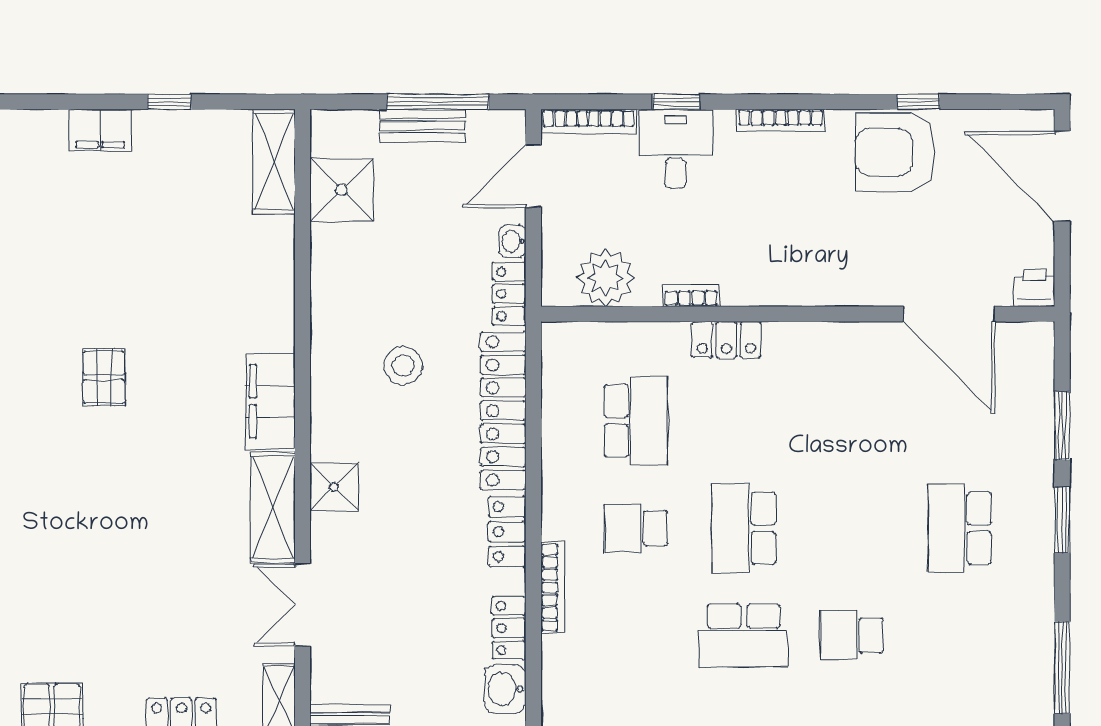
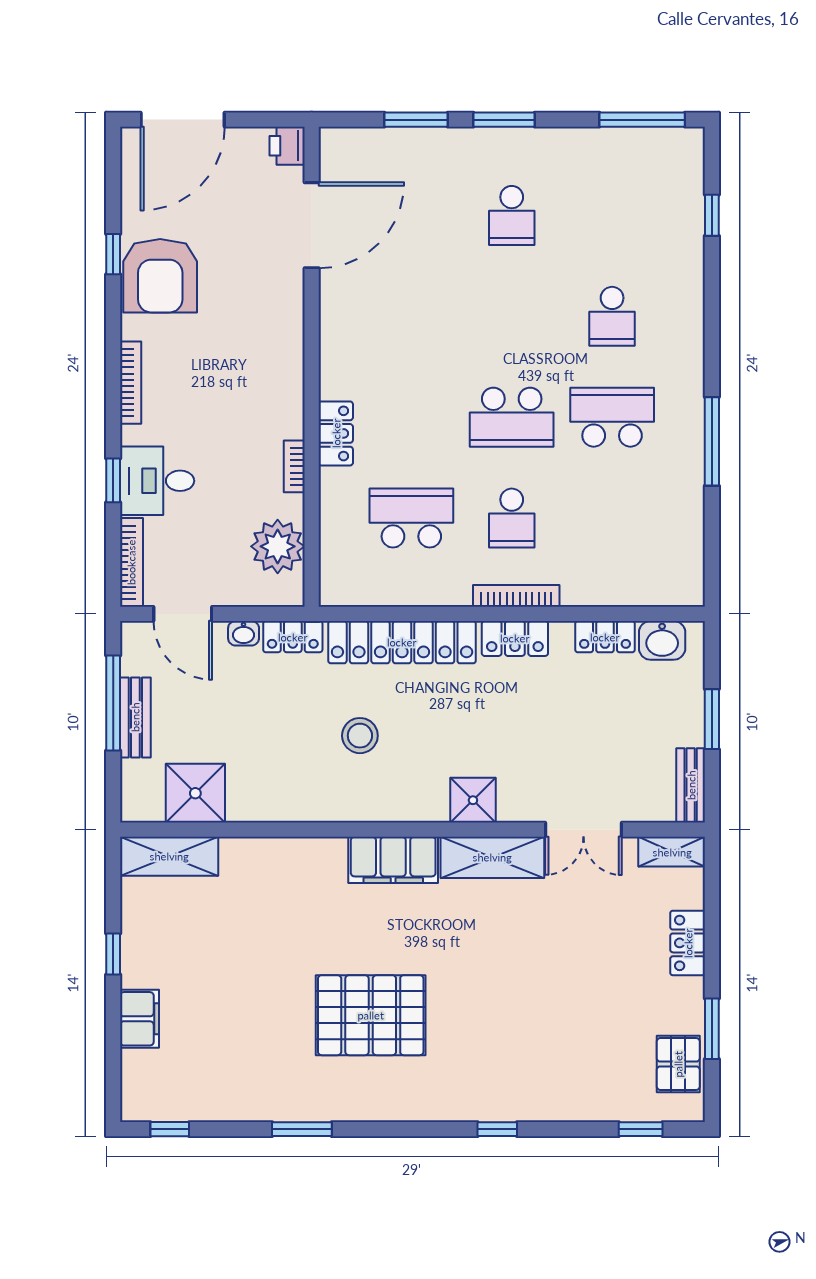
pallet: (104, 377) -> (371, 1015), width x2.05, depth x2.00
school desk: (960, 528) -> (512, 215), width x0.54
bookcase: (553, 588) -> (516, 596), moved
school desk: (744, 636) -> (612, 417), turned -90

